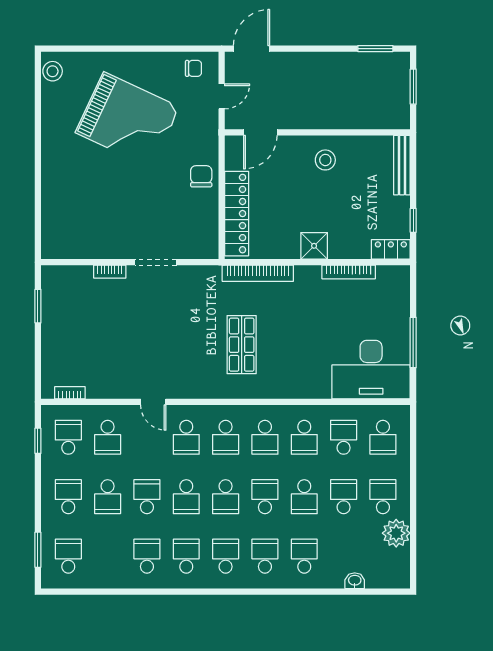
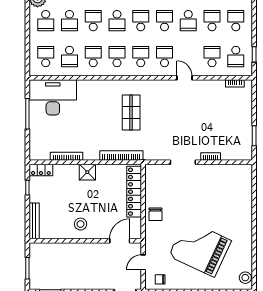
school desk: (68, 497) -> (236, 21), turned 180

